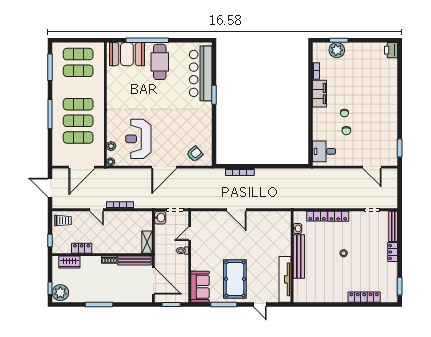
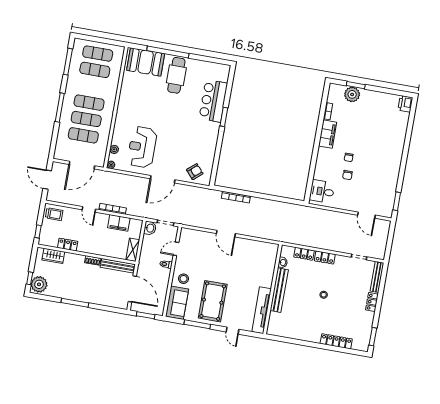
bar counter: (201, 73) -> (213, 101), width x0.73
filing cabinet: (129, 218) -> (119, 223), added
stool: (202, 262) -> (184, 279), added

